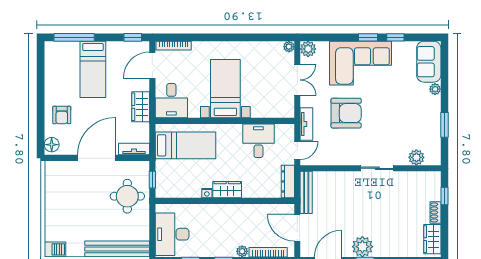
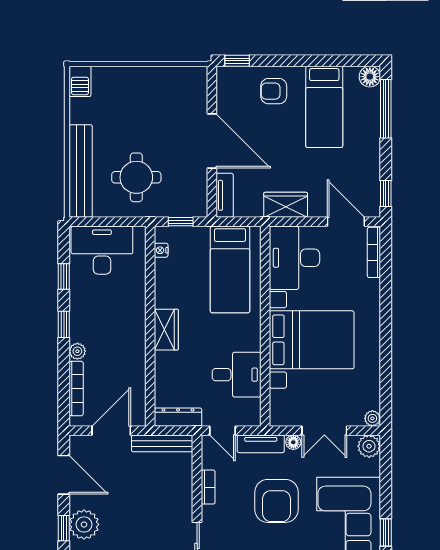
bed: (93, 69) -> (324, 107), moved, turned -90
bed with nightstands: (225, 89) -> (312, 340), width x1.36
desk: (171, 101) -> (294, 258), width x1.37
floor lamp: (305, 101) -> (293, 442), added
window: (41, 140) -> (237, 61), added
floor lamp: (52, 145) -> (370, 77), moved
bookcase: (336, 161) -> (208, 487), added
nightstand: (207, 193) -> (161, 250), moved
round table: (127, 196) -> (136, 177), moved

